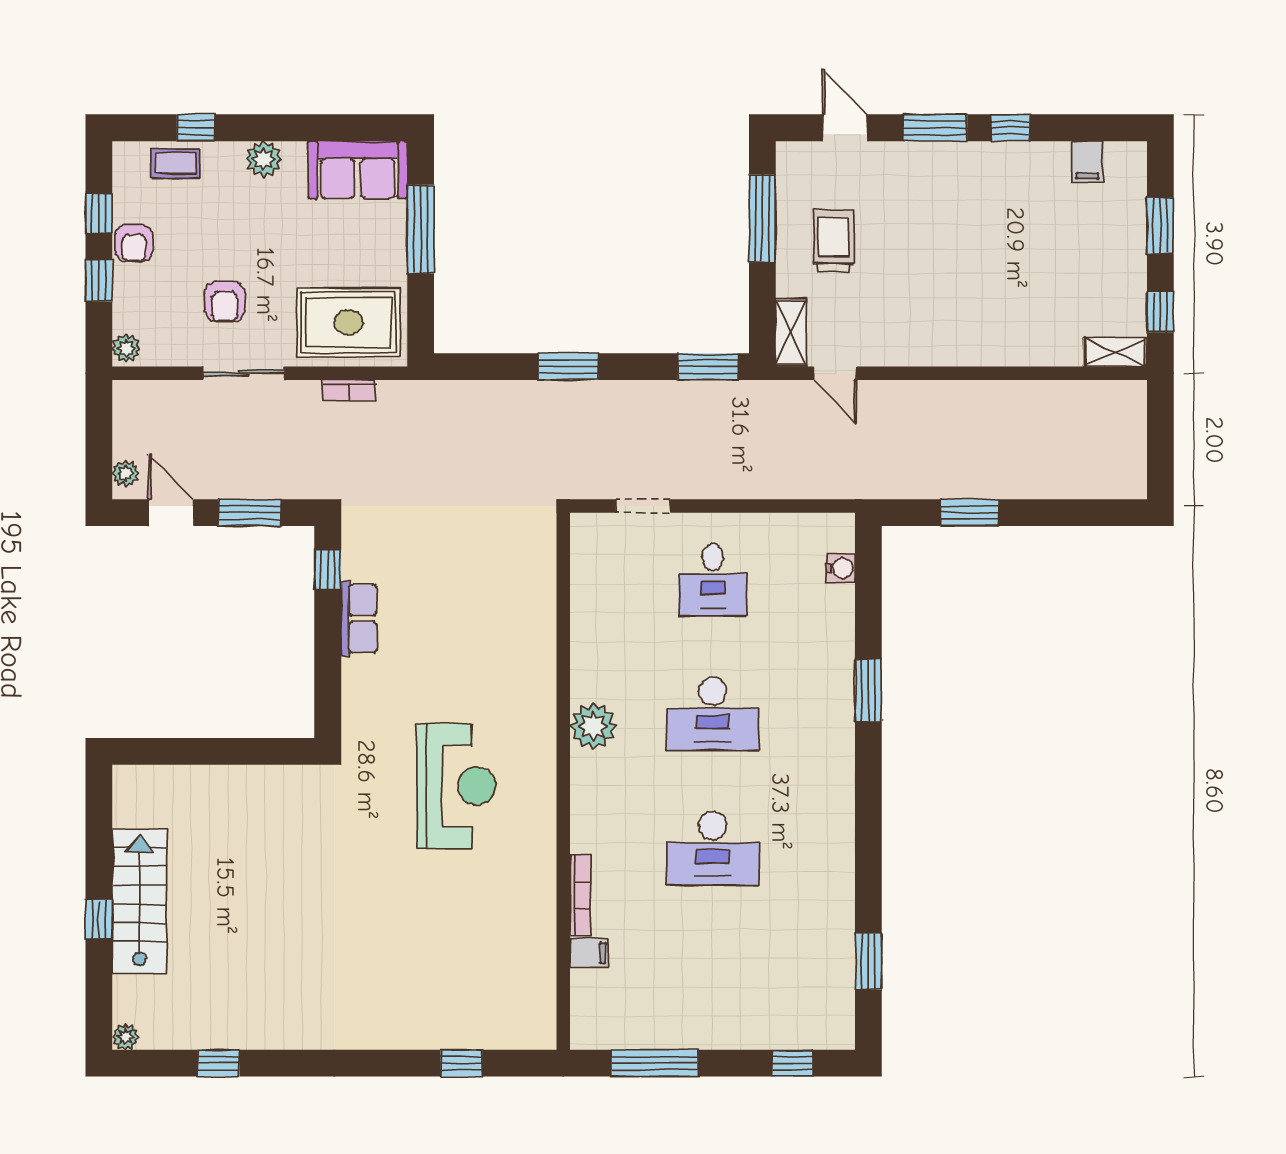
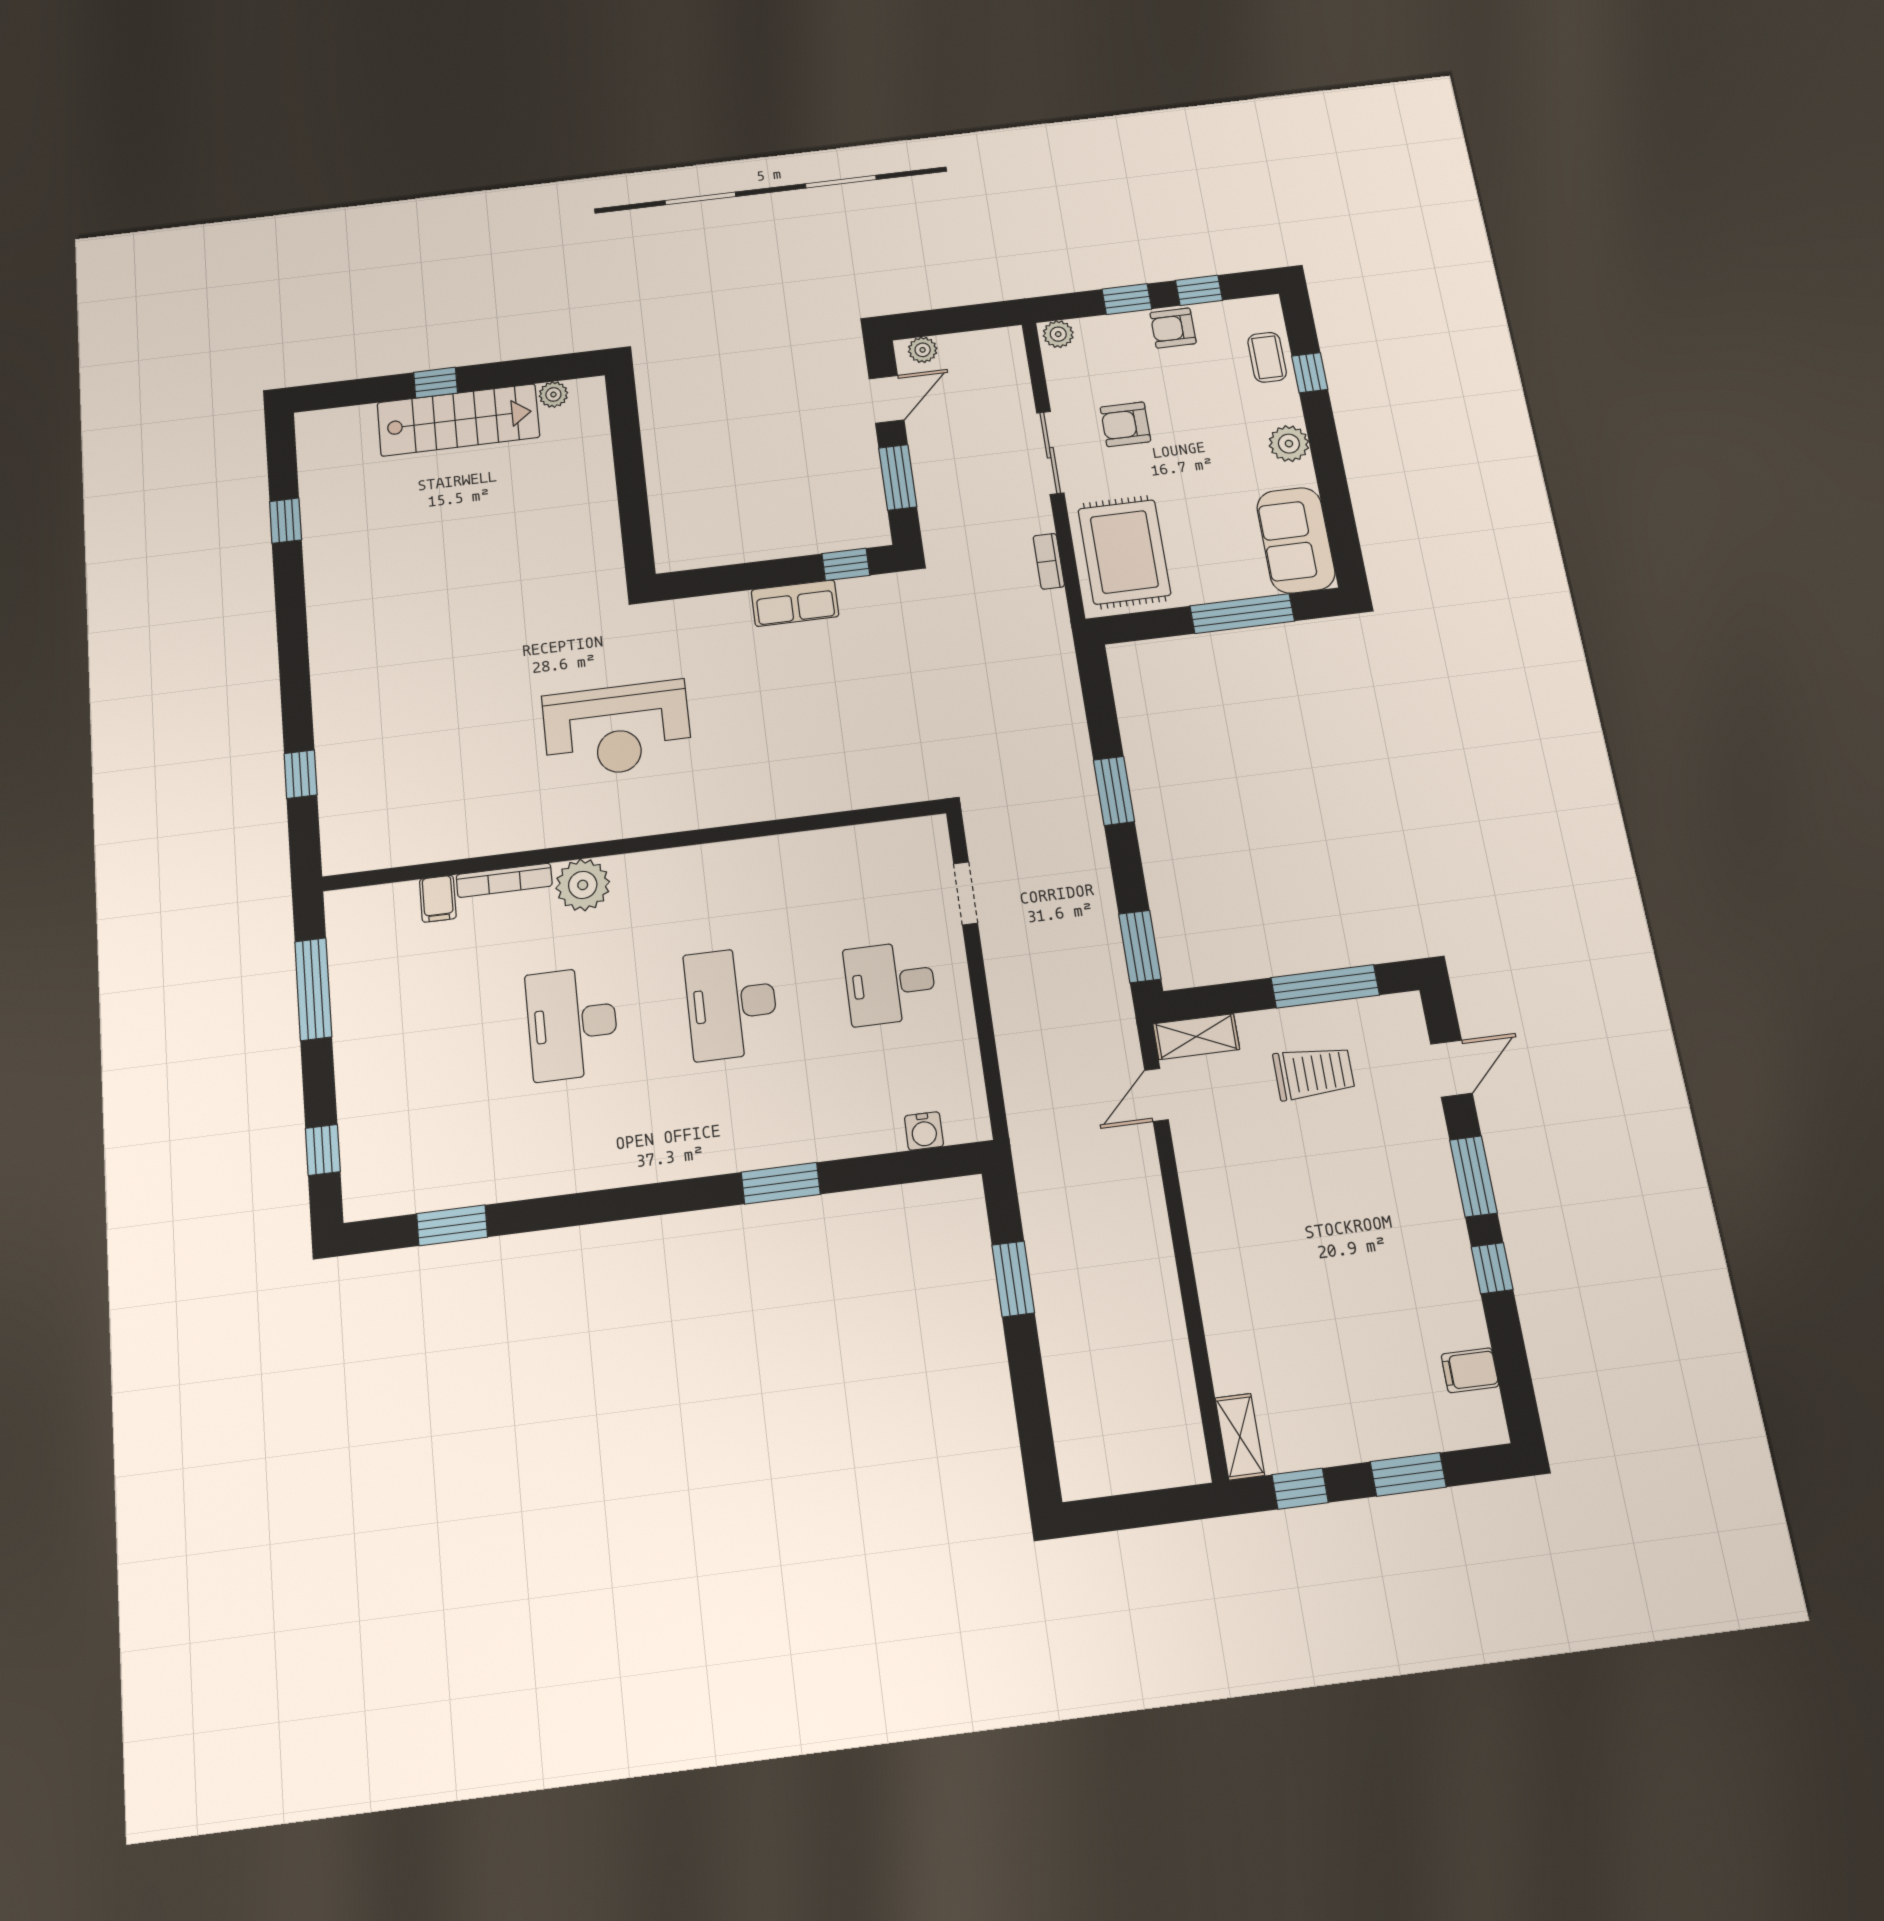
plant: (593, 726) -> (583, 885), moved
plant: (125, 1037) -> (553, 394), moved

